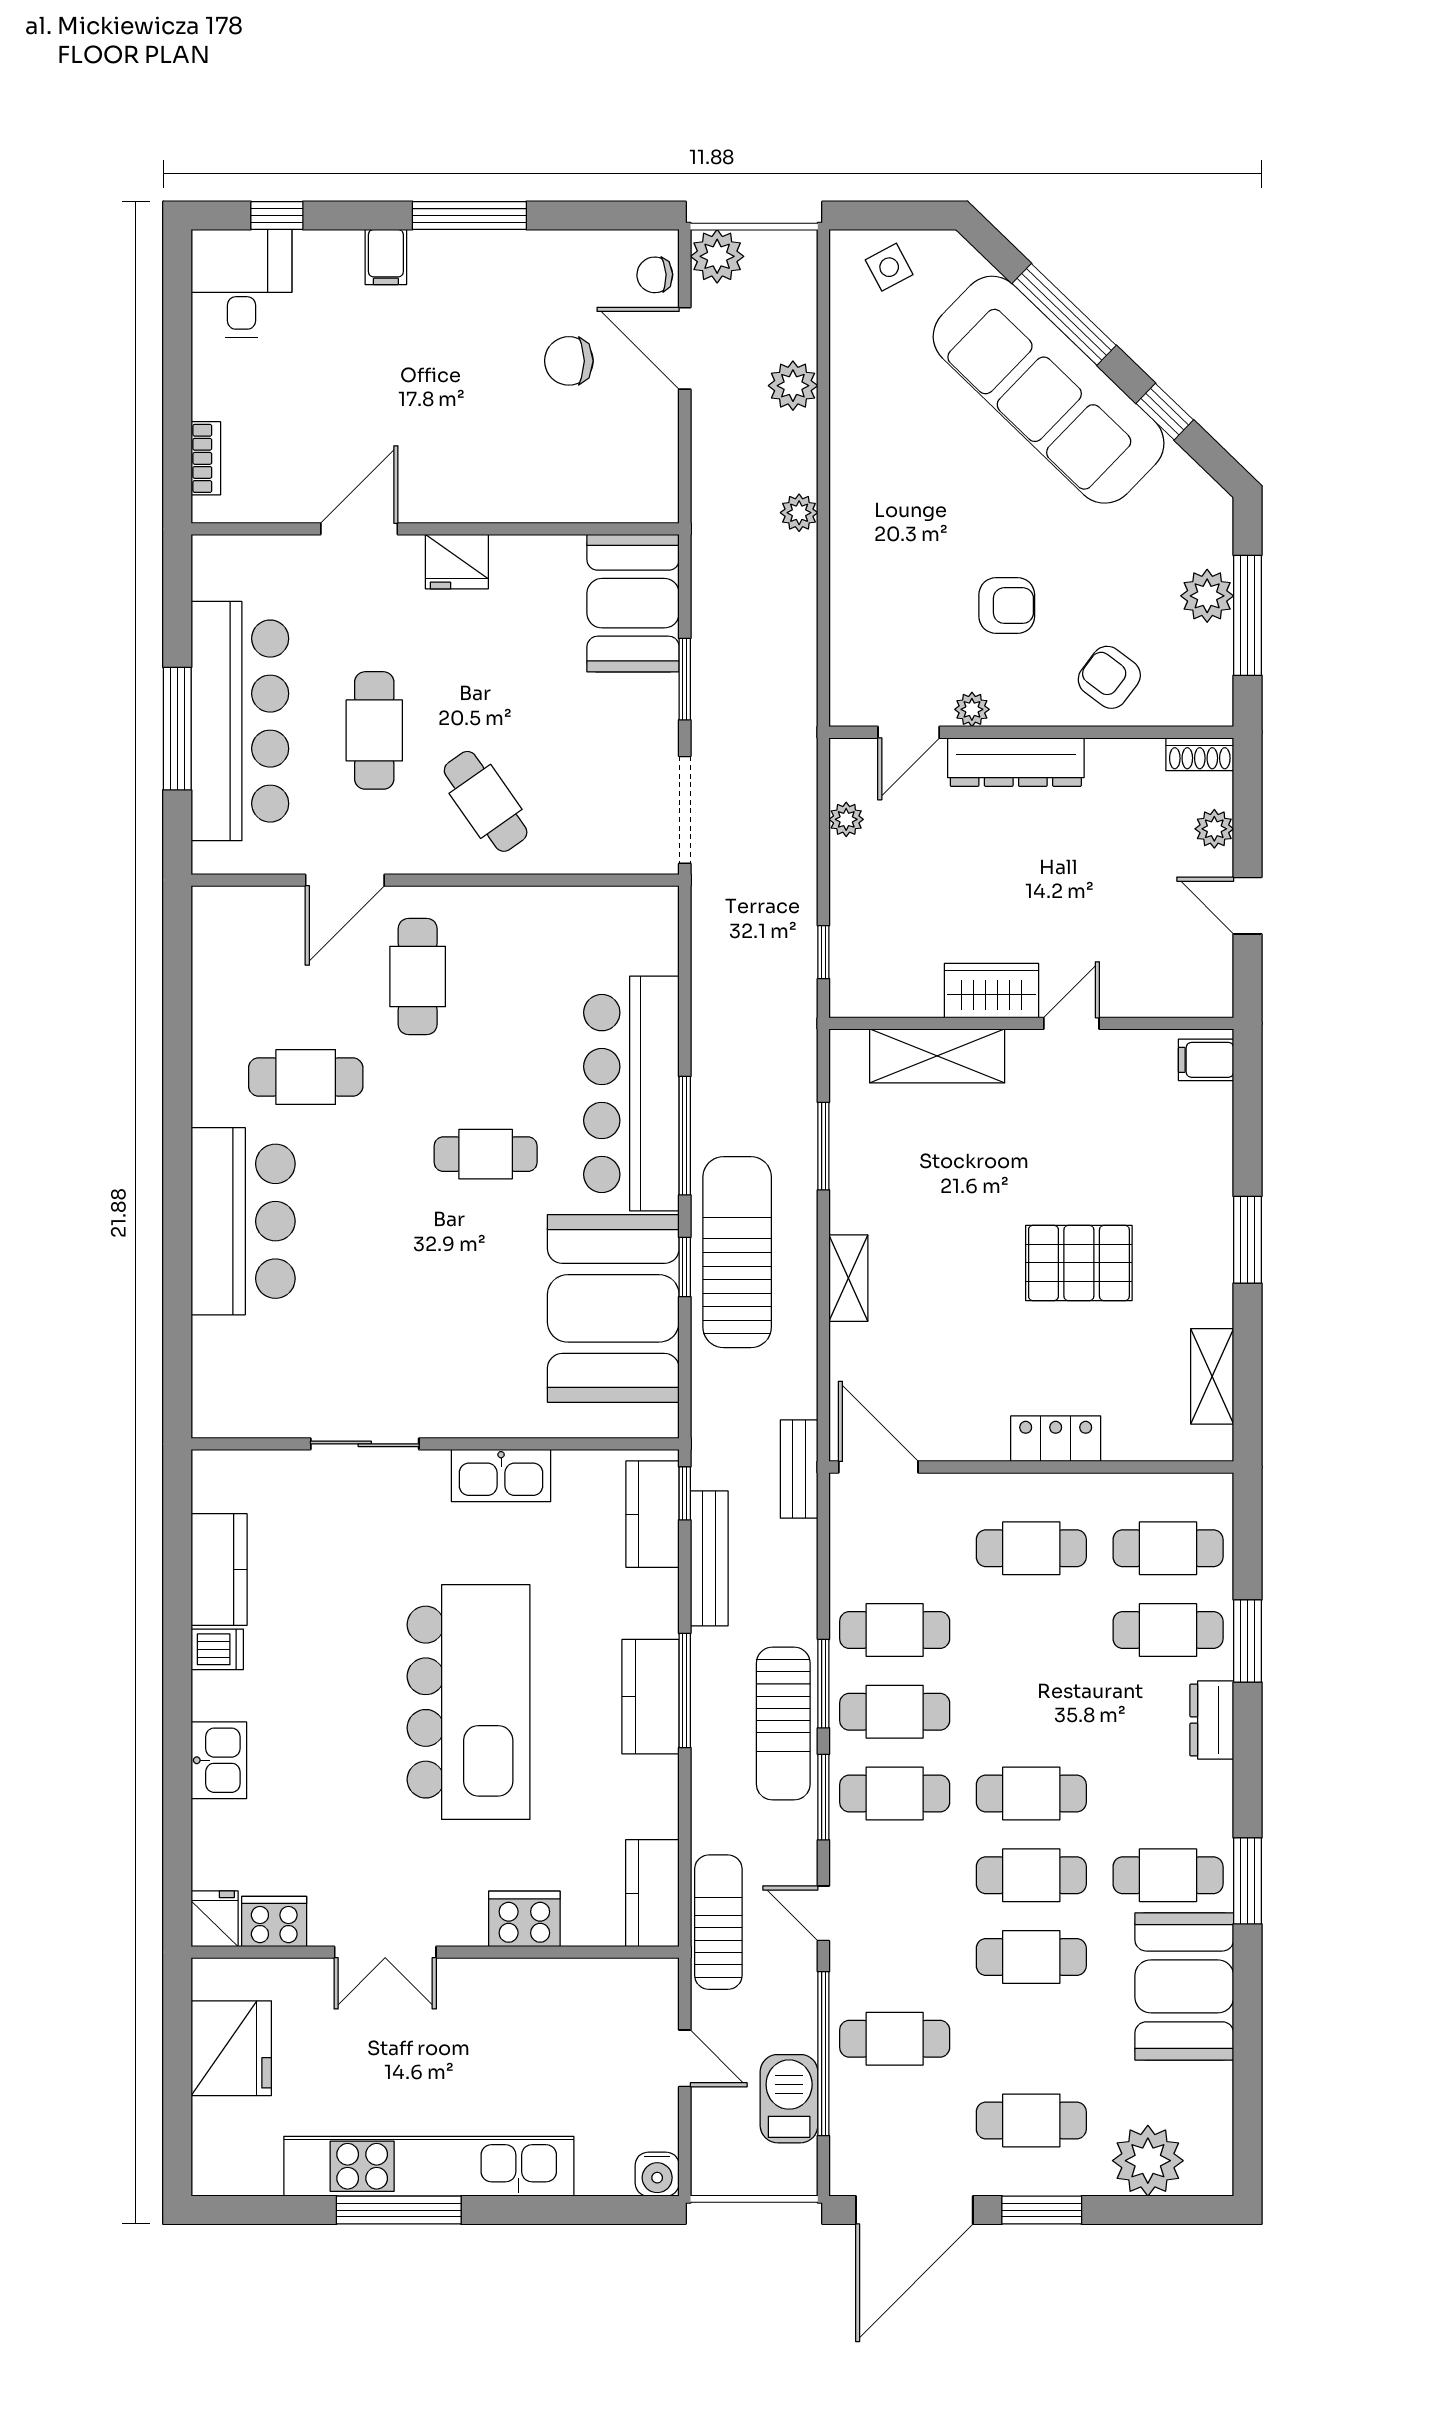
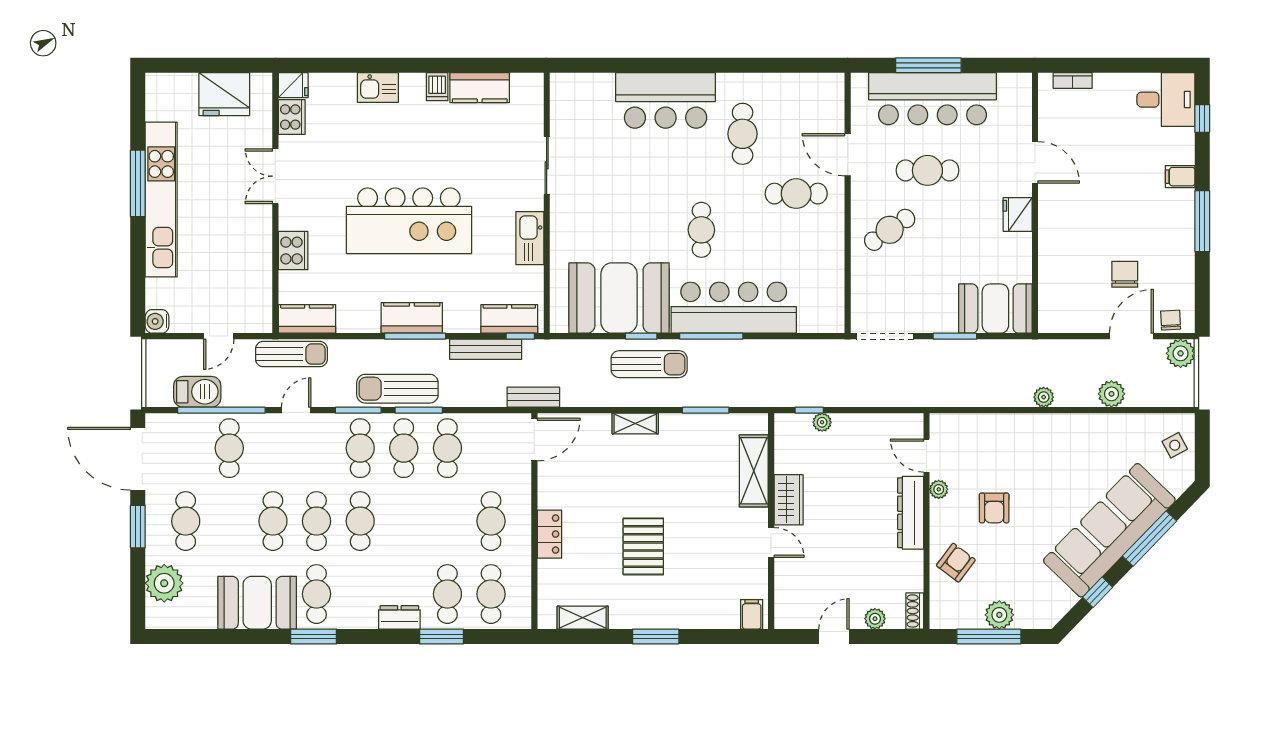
plant: (846, 819) -> (822, 422), moved
sun lounger: (737, 1252) -> (649, 364), width x0.73, depth x0.75

